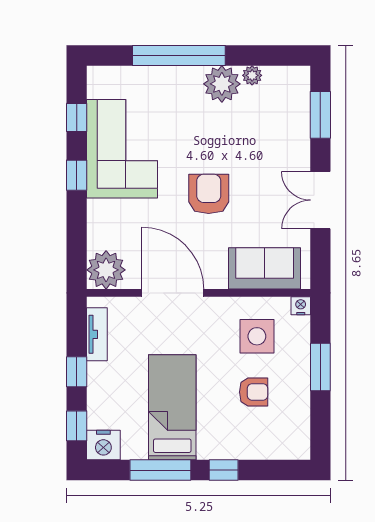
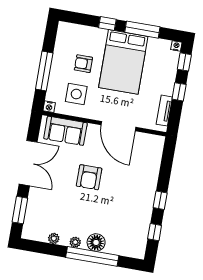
floor lamp: (176, 81) -> (96, 242), added
plant: (222, 84) -> (75, 242), width x0.53, depth x0.53
corner sofa: (122, 149) -> (133, 210), removed
double door: (320, 200) -> (28, 163), width x1.37
plant: (106, 270) -> (153, 145), removed
window: (320, 367) -> (44, 71), width x1.44
bed: (172, 407) -> (123, 62), width x1.50
nightstand: (103, 445) -> (176, 46), width x0.53, depth x0.56

